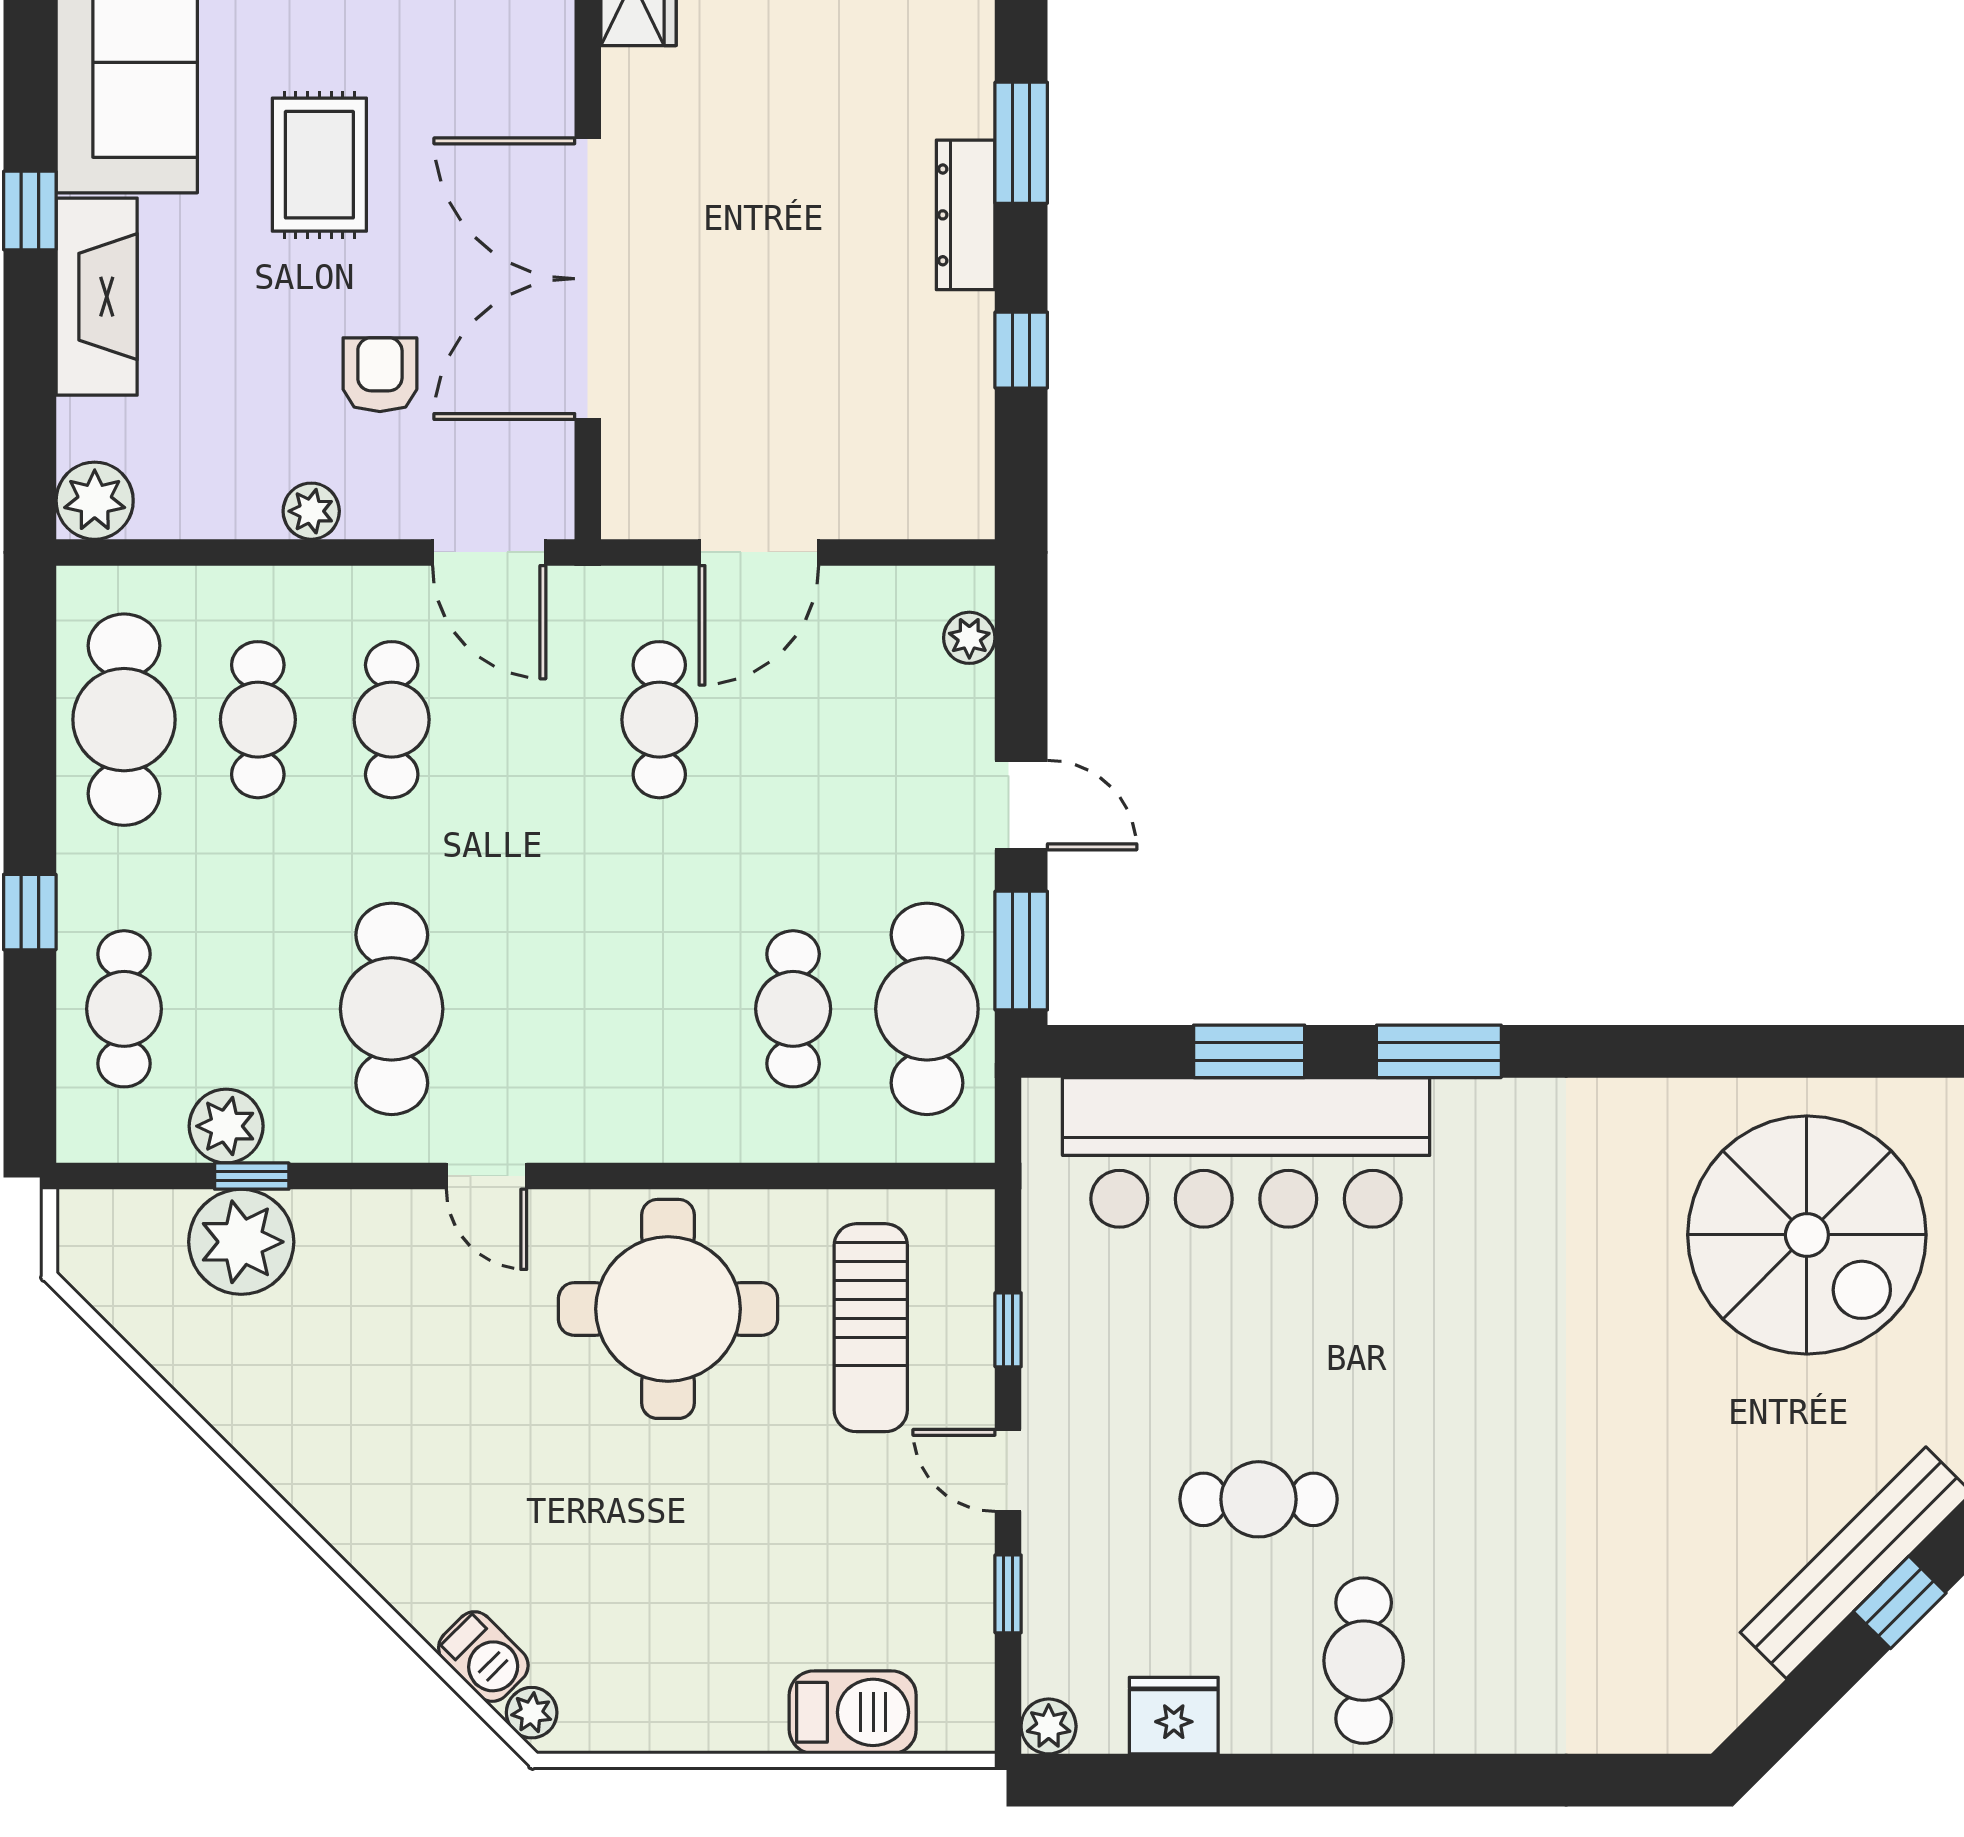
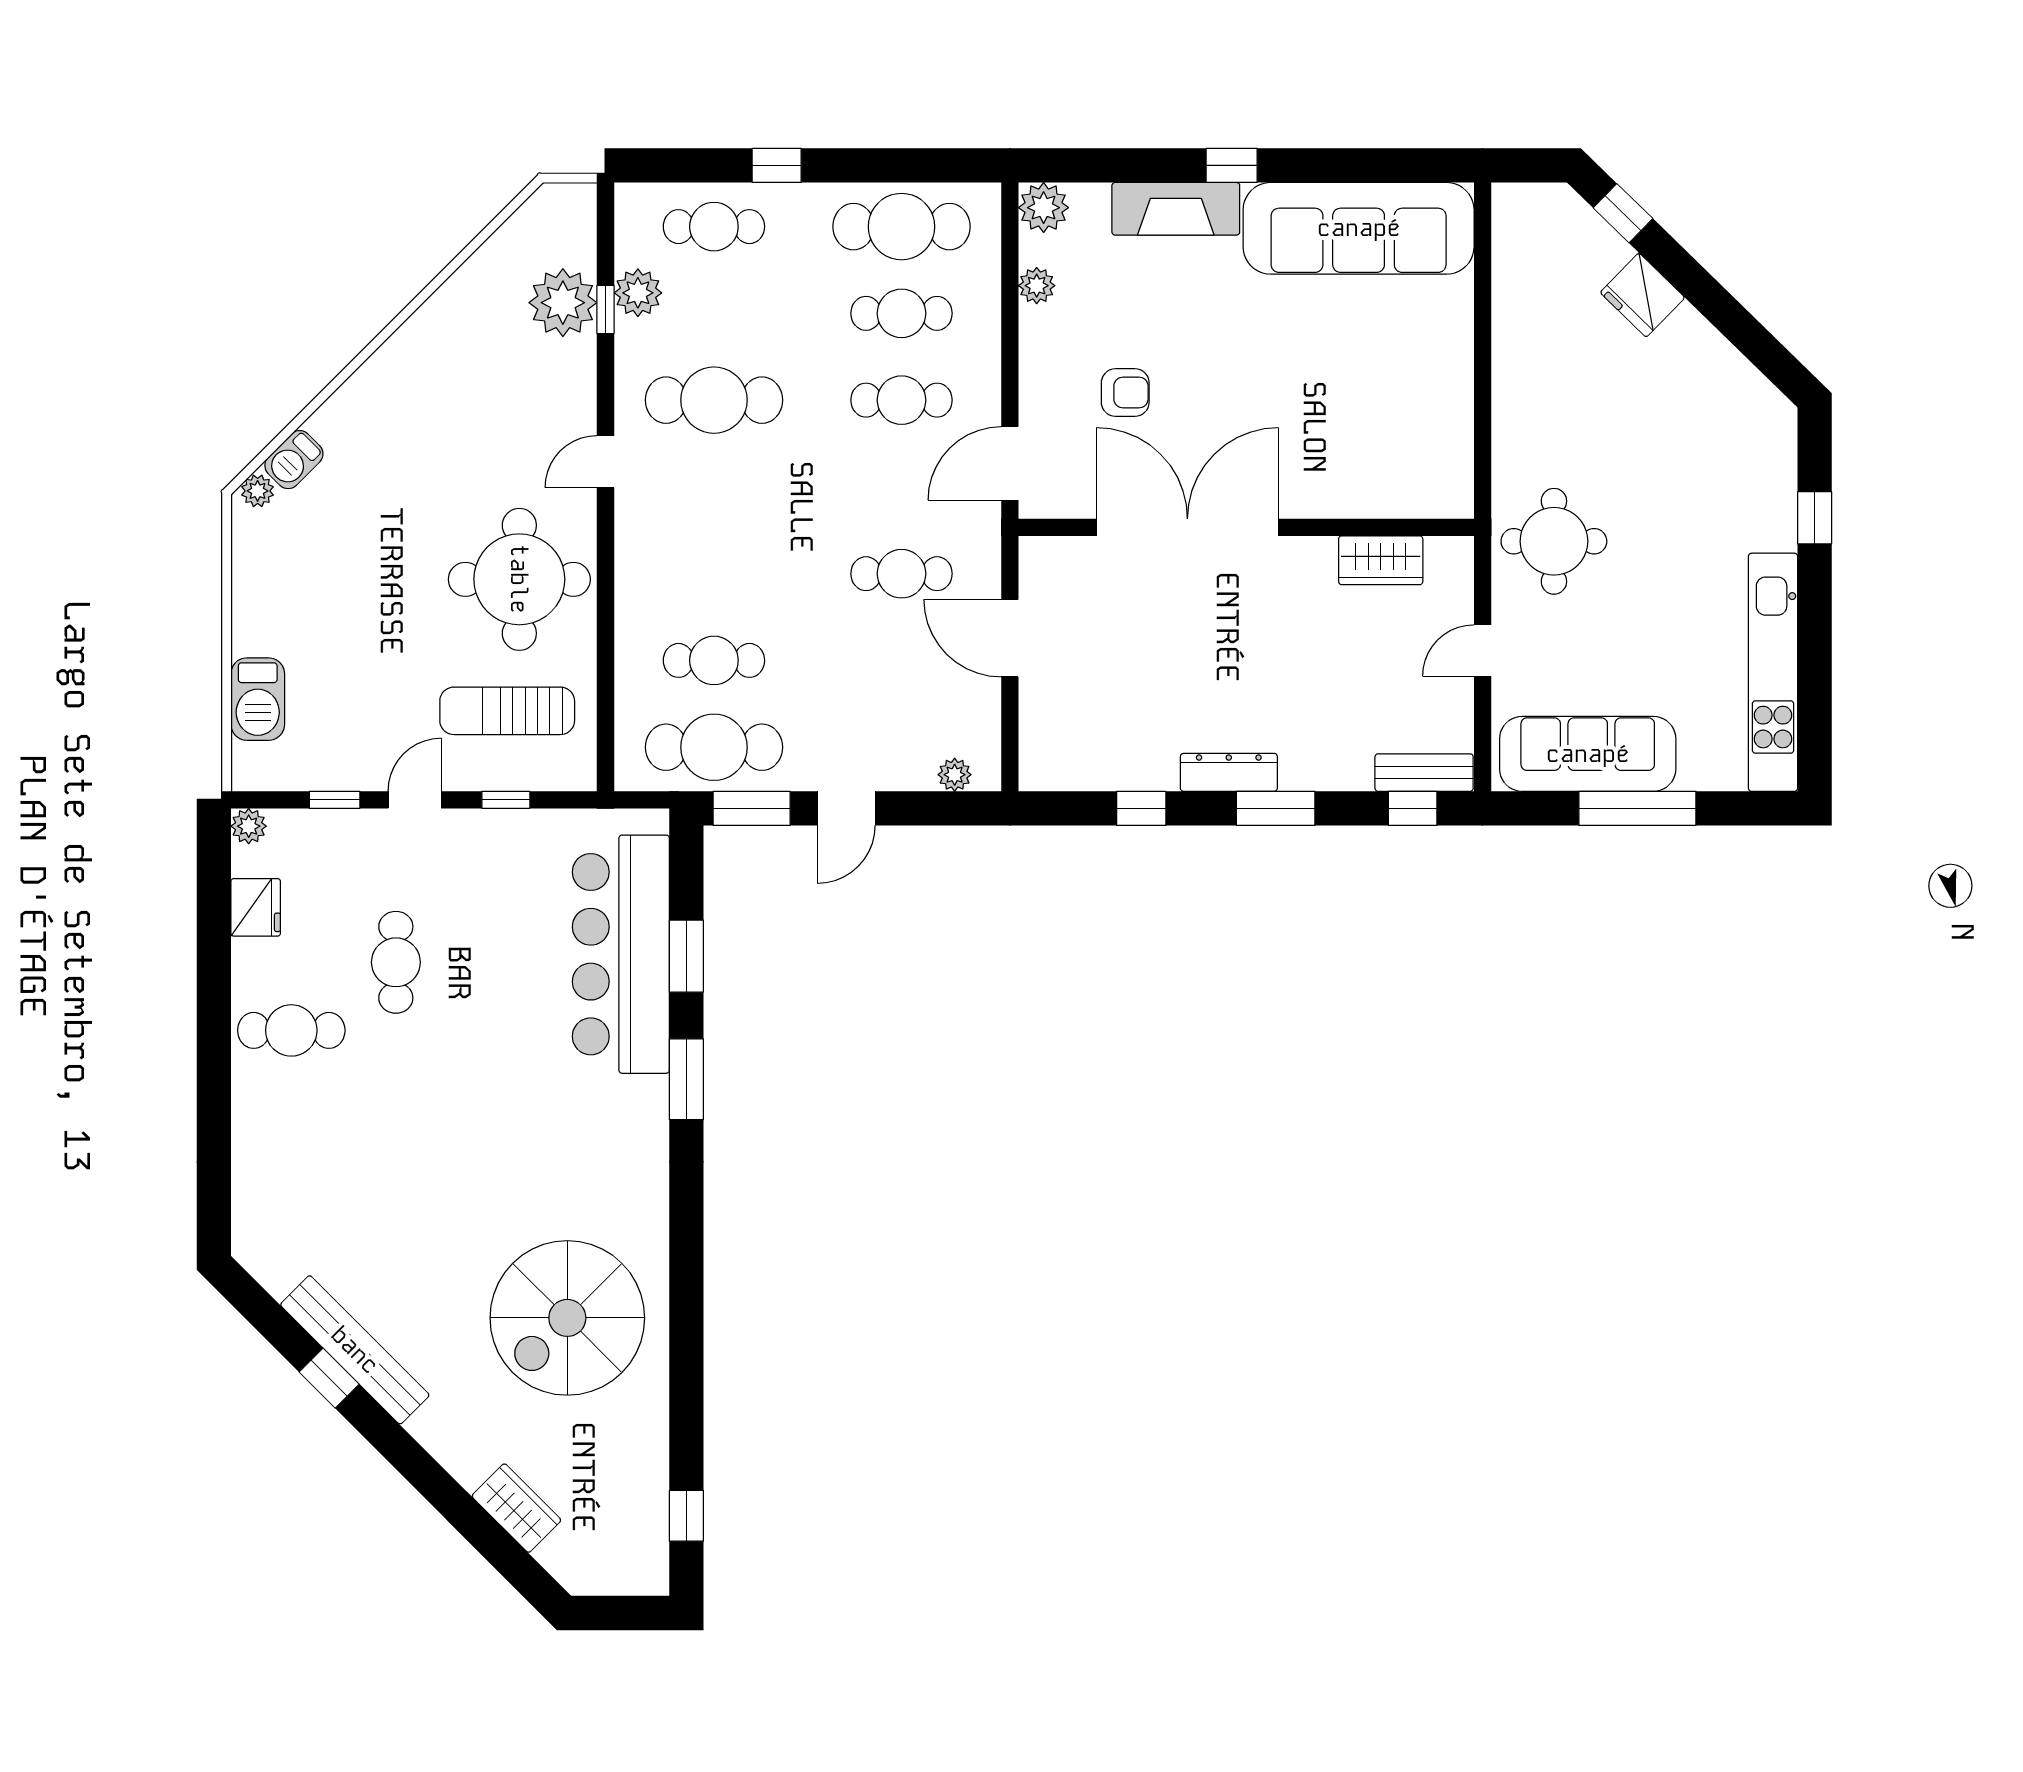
rug: (319, 165) -> (1261, 353), removed
plant: (311, 511) -> (1037, 286), moved

